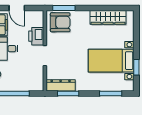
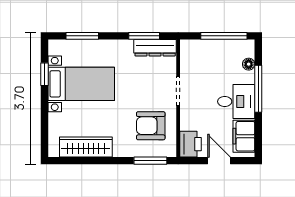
armchair: (60, 22) -> (151, 126), moved
printer: (36, 36) -> (191, 144), moved

